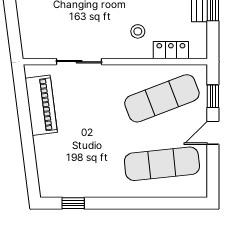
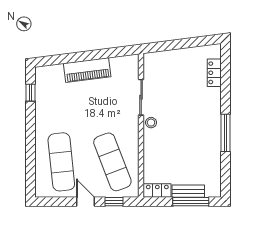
stool: (138, 31) -> (151, 123), moved
locker: (171, 50) -> (157, 190), moved, turned -90
piano: (41, 105) -> (87, 70), moved

